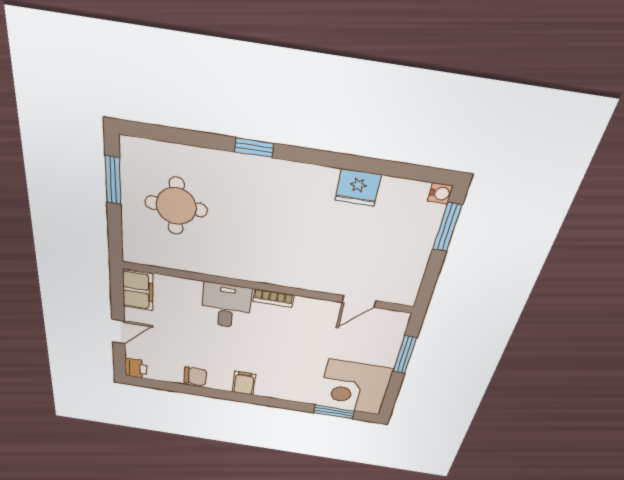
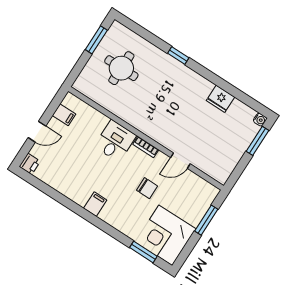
filing cabinet: (138, 290) -> (64, 115), width x0.50
door: (359, 302) -> (180, 161), moved
chair: (195, 376) -> (147, 188), moved

